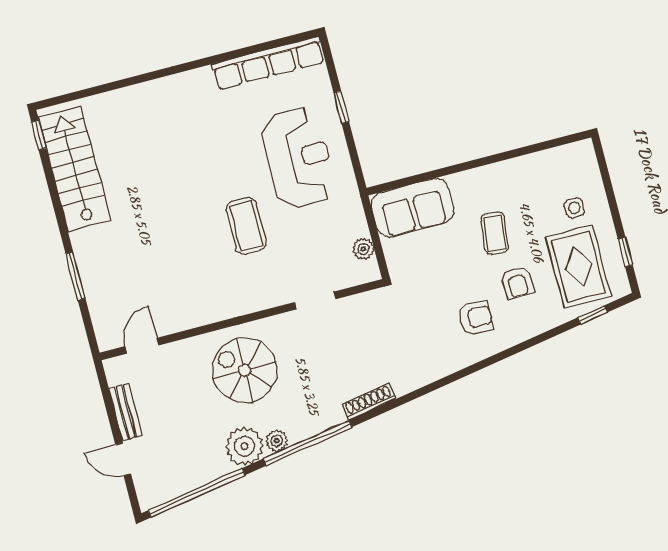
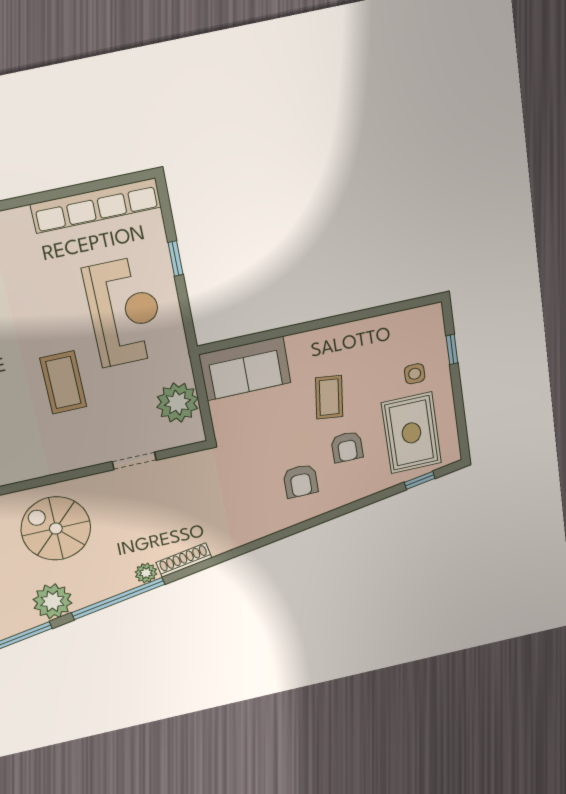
plant: (363, 249) -> (177, 403), width x1.87, depth x1.87
window: (625, 252) -> (452, 349), moved
armchair: (476, 318) -> (301, 481), turned 90
plant: (277, 441) -> (146, 573), moved

